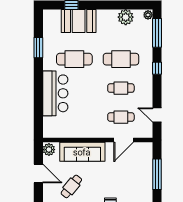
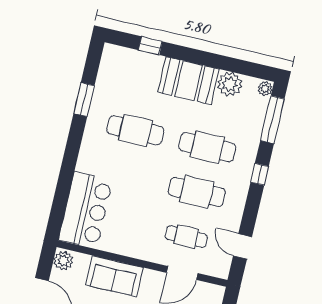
booth: (79, 21) -> (188, 81), moved
cafe table: (121, 88) -> (197, 192), width x1.37, depth x1.35
bar counter: (55, 93) -> (86, 210), moved
sofa: (82, 152) -> (114, 276), width x0.73

